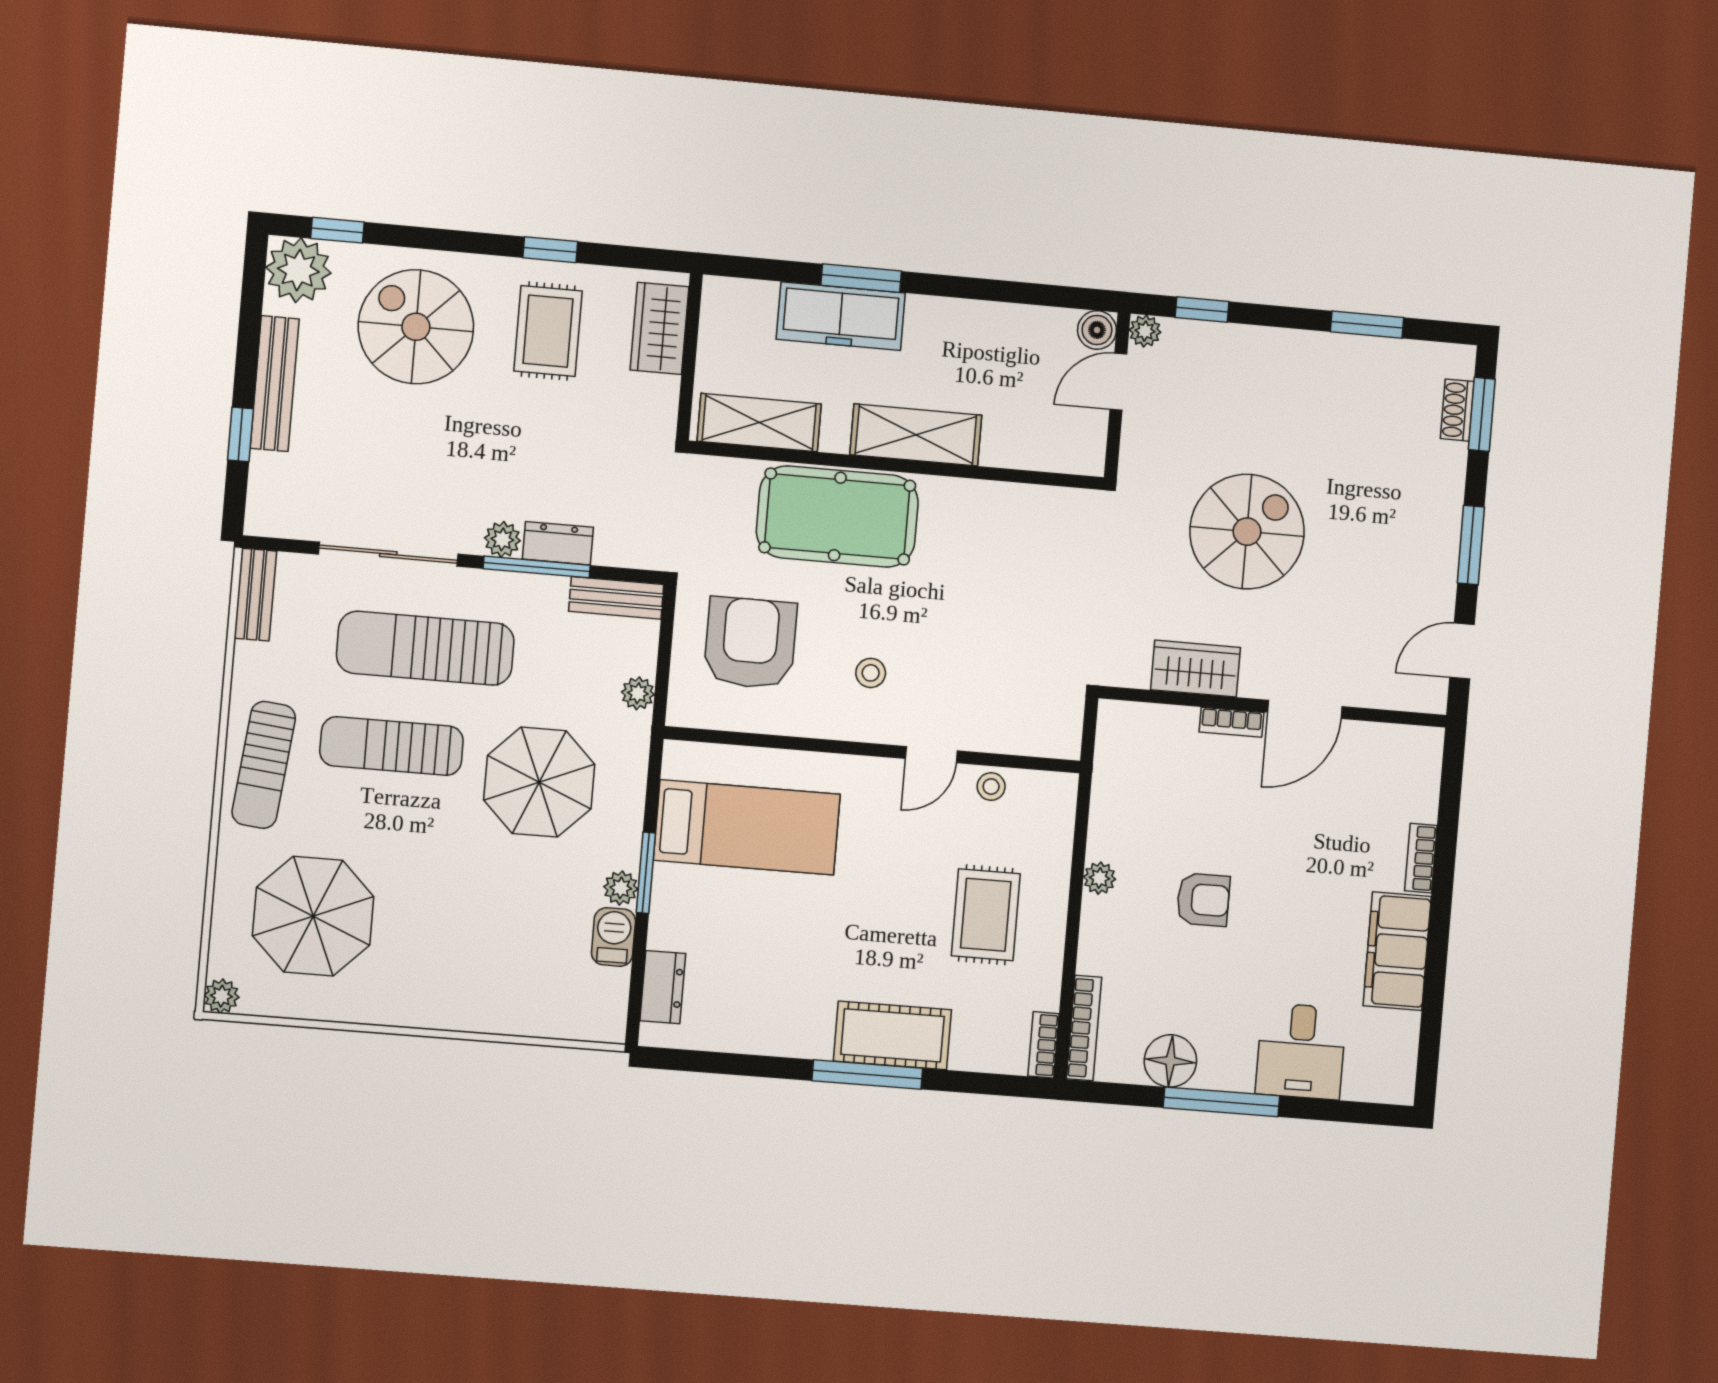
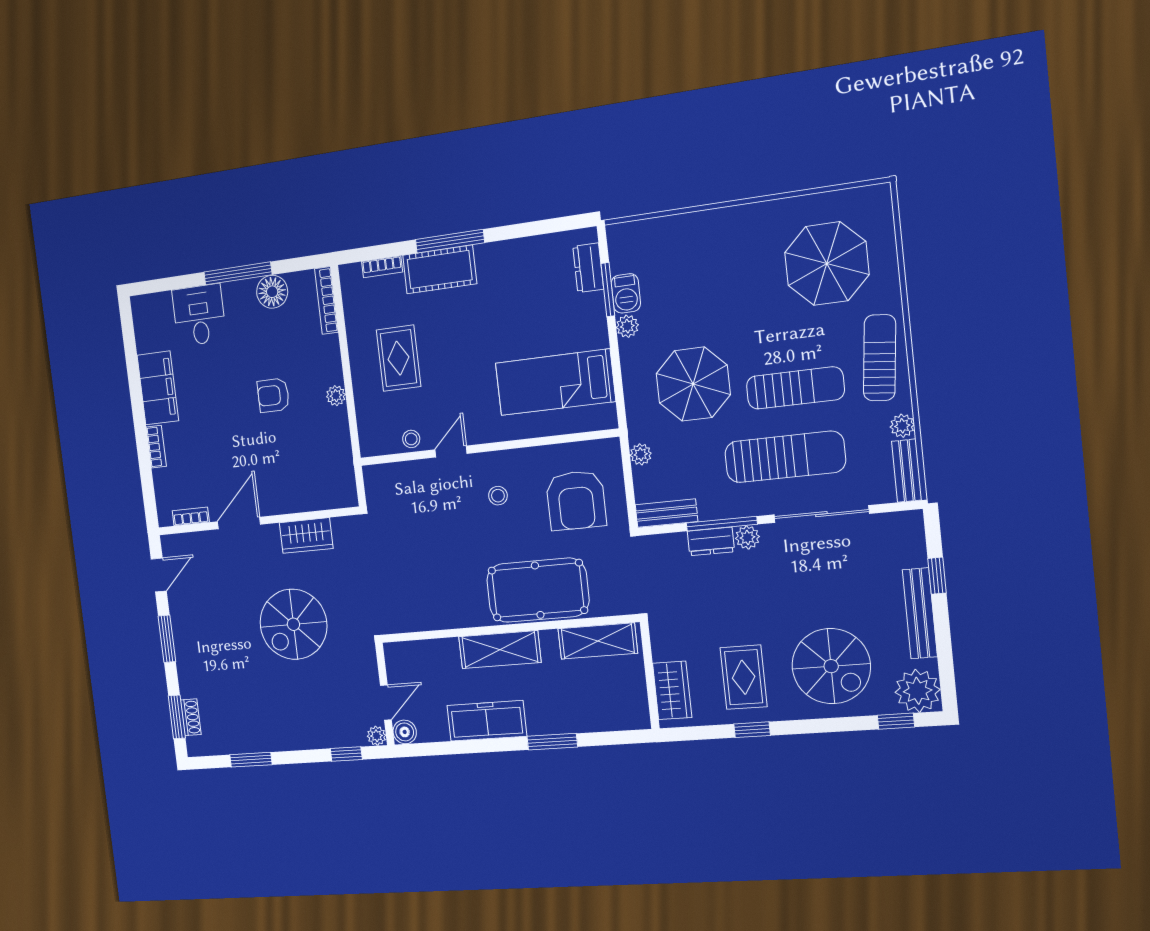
freezer: (841, 316) -> (487, 721), moved
bookcase: (1232, 722) -> (191, 516), moved
window: (646, 873) -> (608, 290), moved
plant: (221, 996) -> (902, 426), moved
bookcase: (1044, 1045) -> (382, 267), moved, turned 90

